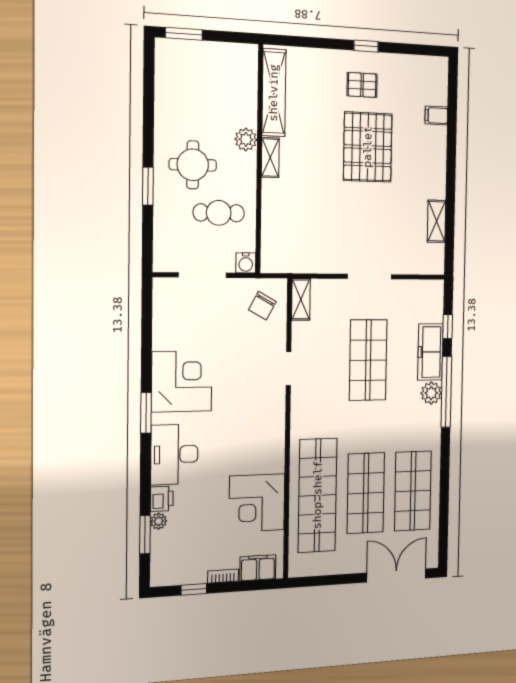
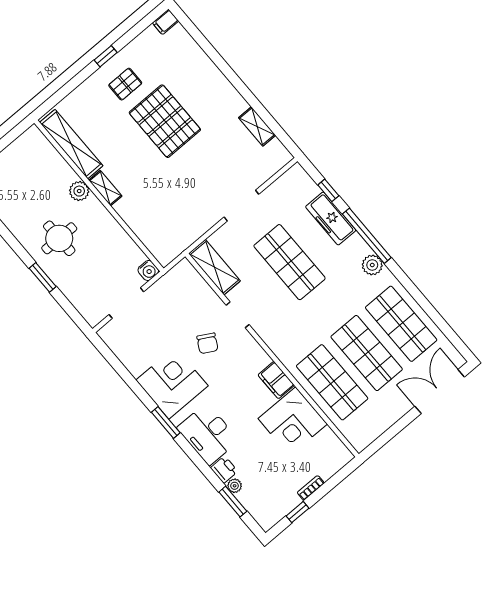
filing cabinet: (436, 115) -> (165, 22), moved
cafe table: (219, 213) -> (102, 254), removed
shelving: (301, 299) -> (214, 267), width x1.50, depth x1.33
chair: (262, 306) -> (207, 343), moved
plant: (431, 393) -> (372, 265), moved
shop shelf: (318, 495) -> (332, 382), width x0.71
filing cabinet: (258, 568) -> (276, 380), moved, turned -90

